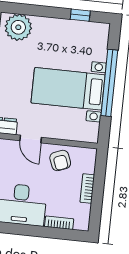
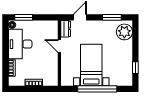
door: (31, 139) -> (59, 46), hinge flipped
armchair: (60, 160) -> (49, 65), removed

